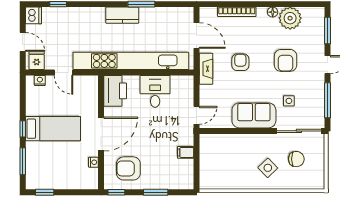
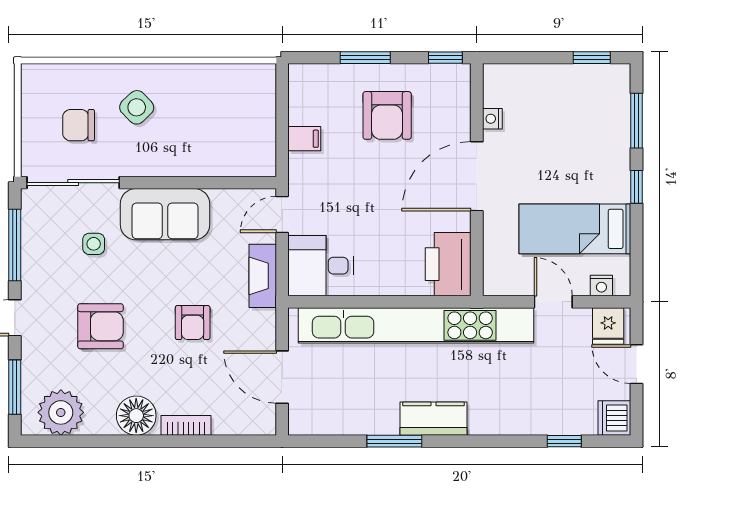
bookcase: (237, 12) -> (186, 425), width x0.64
floor lamp: (273, 12) -> (136, 416), width x1.89, depth x1.89
plant: (290, 18) -> (61, 412), moved
armchair: (286, 60) -> (101, 326), turned 90
fireplace: (206, 69) -> (263, 276), moved
desk: (155, 91) -> (321, 266), moved, turned 90
bed: (53, 129) -> (575, 229), moved
armchair: (128, 168) -> (387, 115), moved, turned 90

